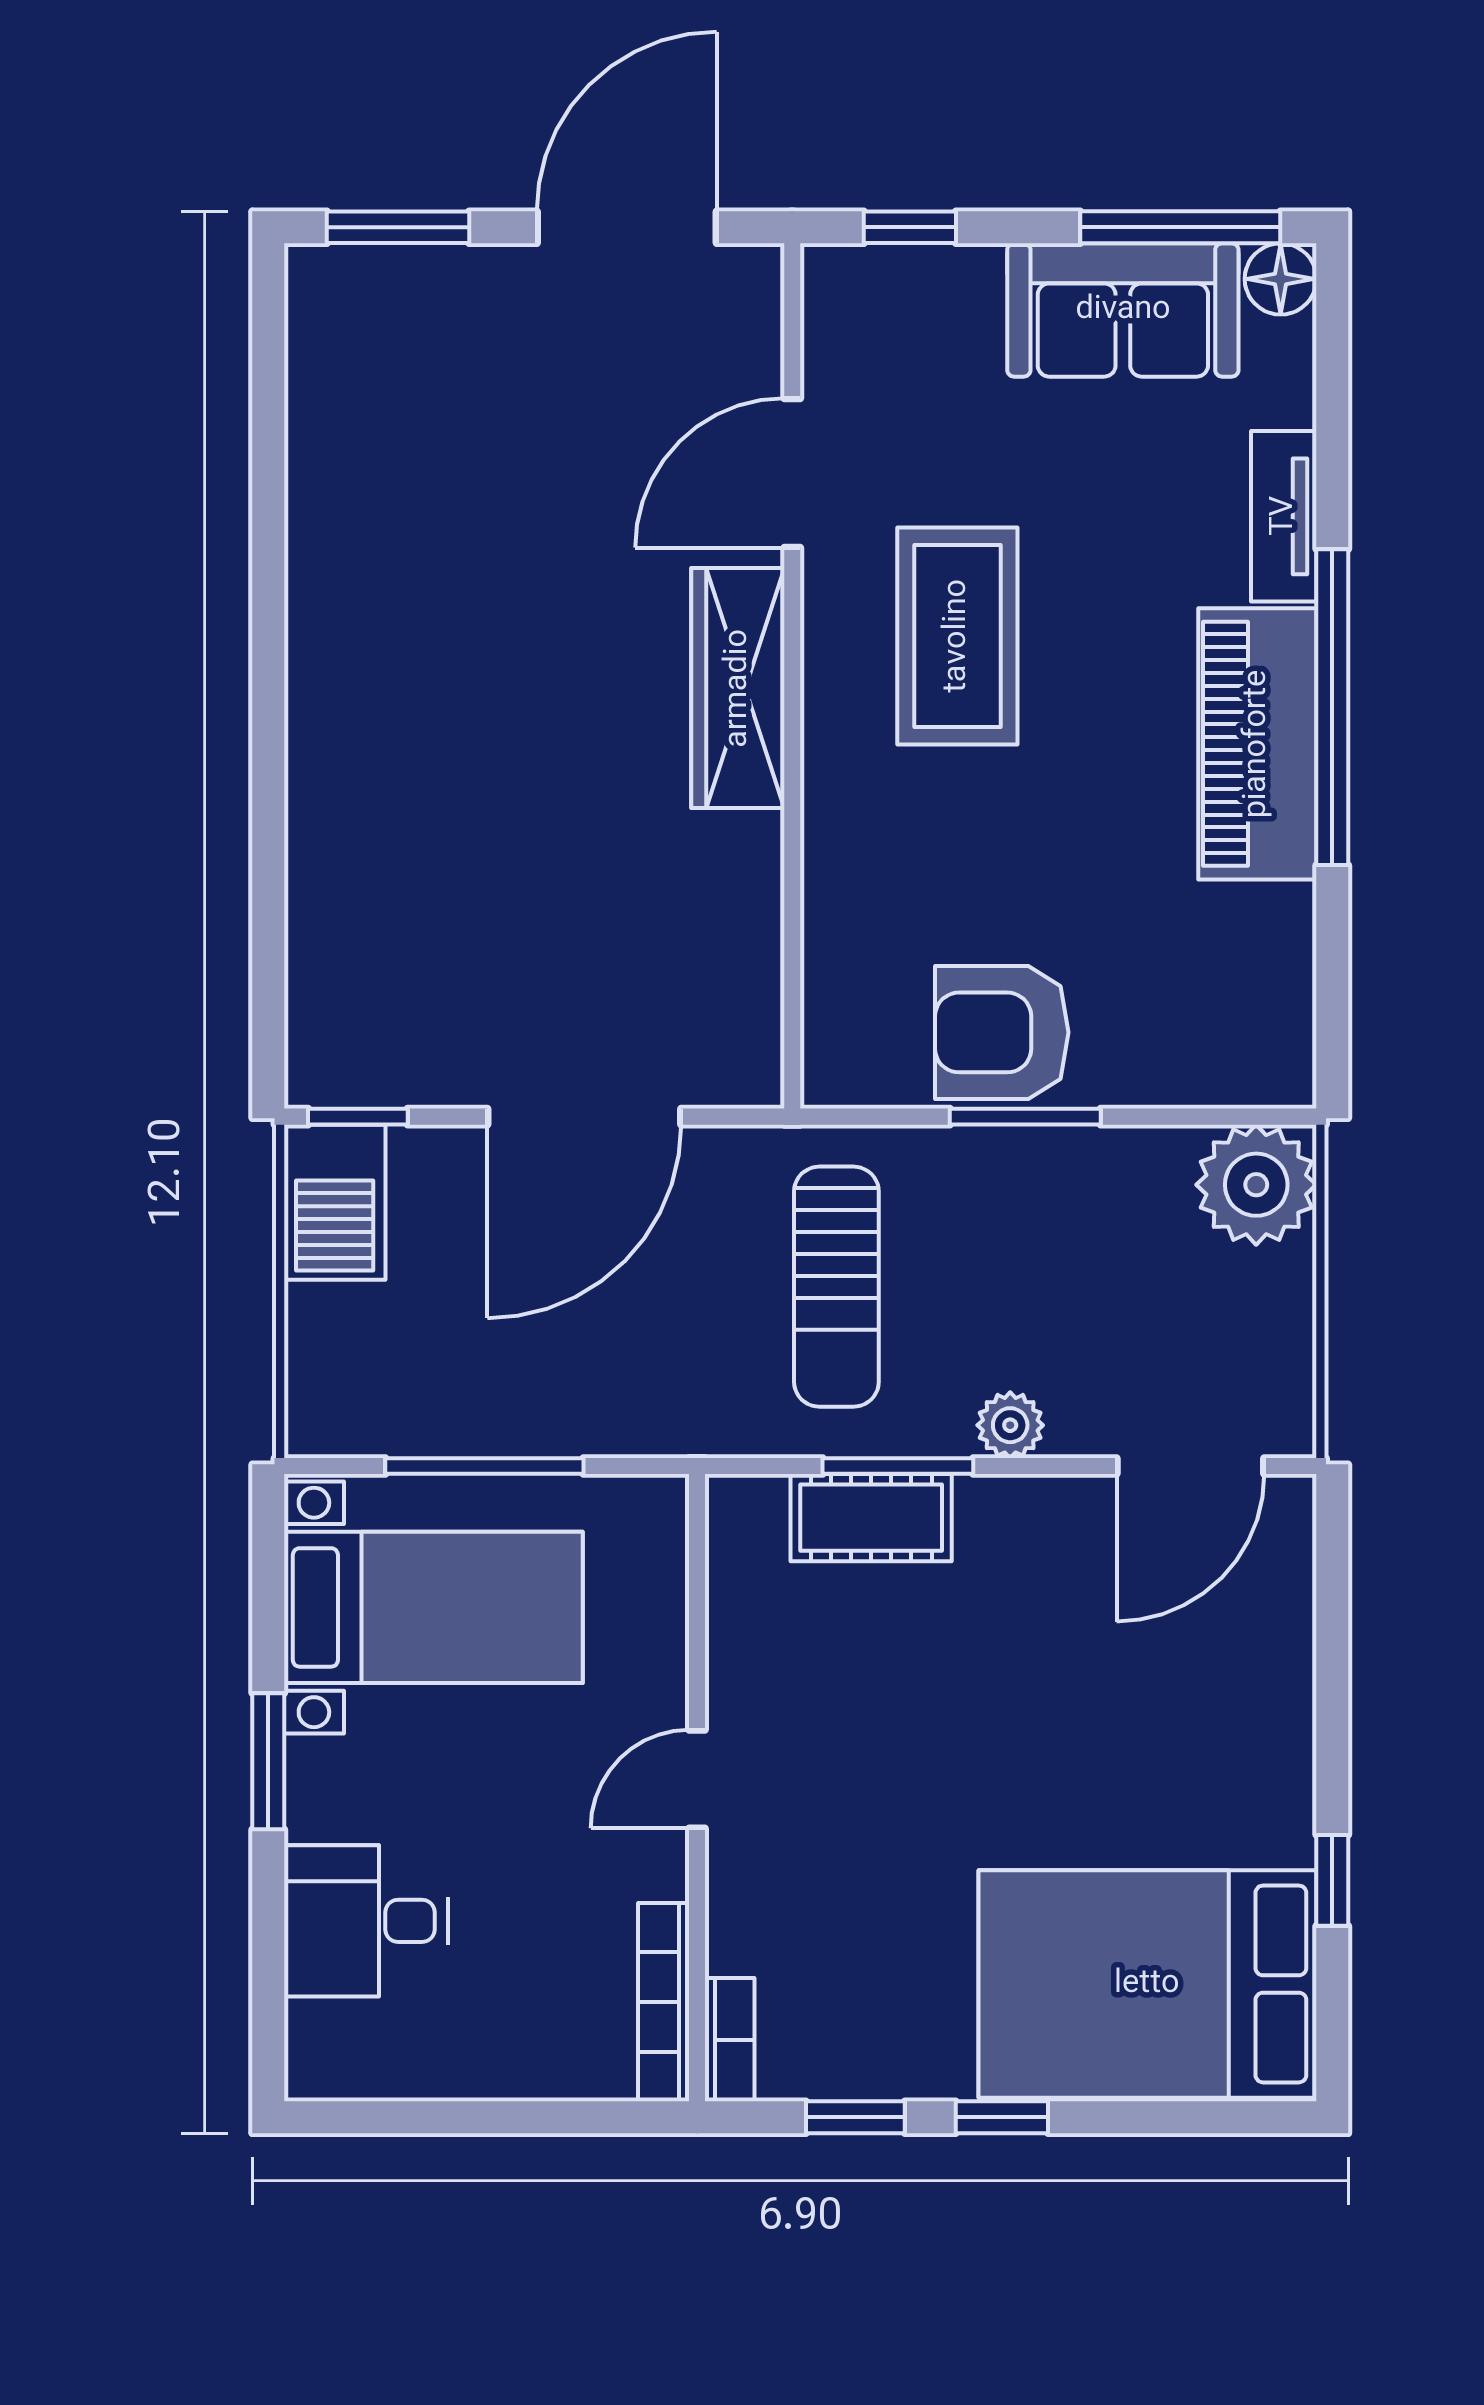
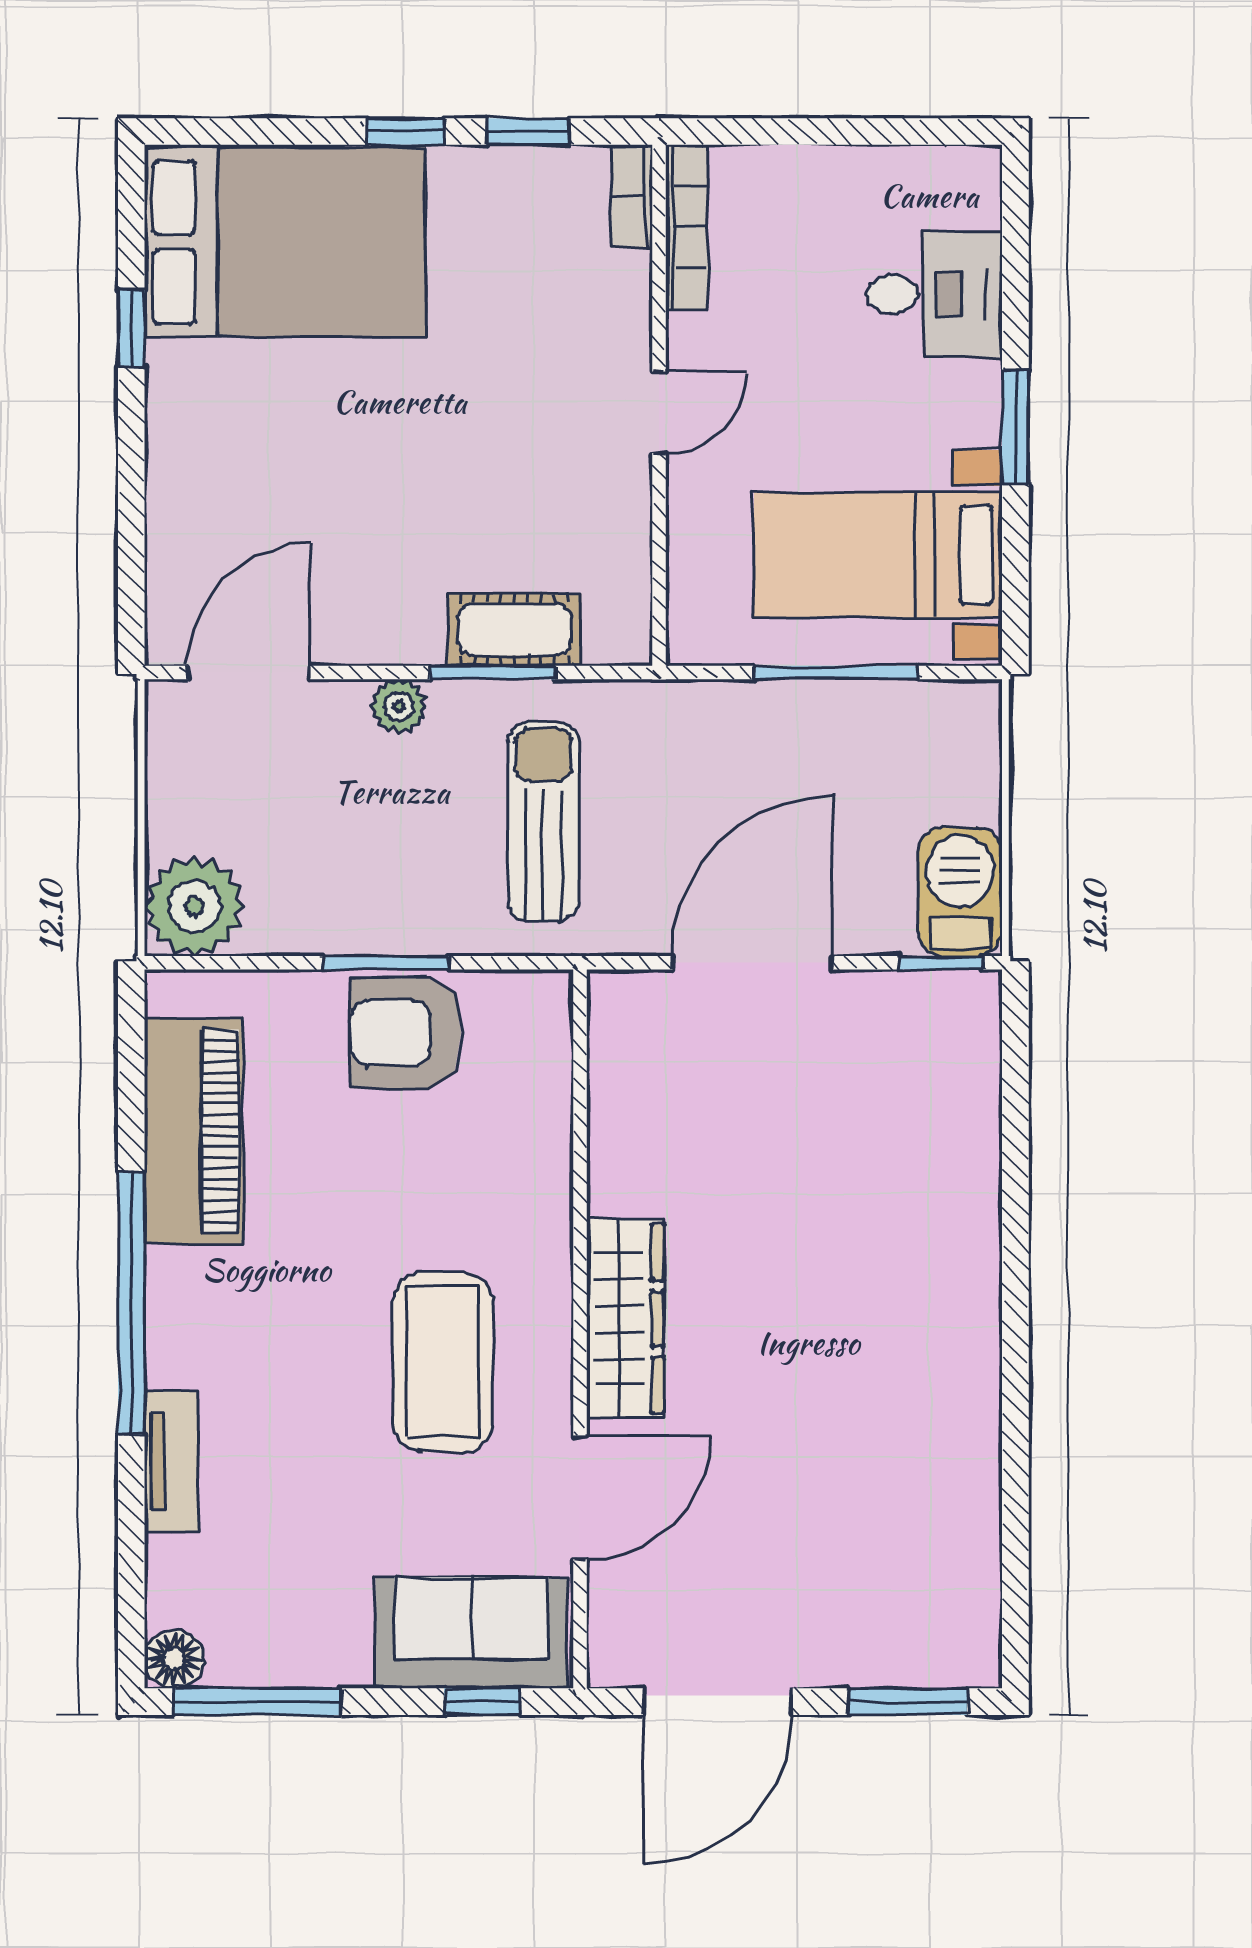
sofa: (1123, 310) -> (471, 1633), moved
piano: (1257, 744) -> (194, 1131), moved
armchair: (1002, 1032) -> (406, 1033), turned 180

